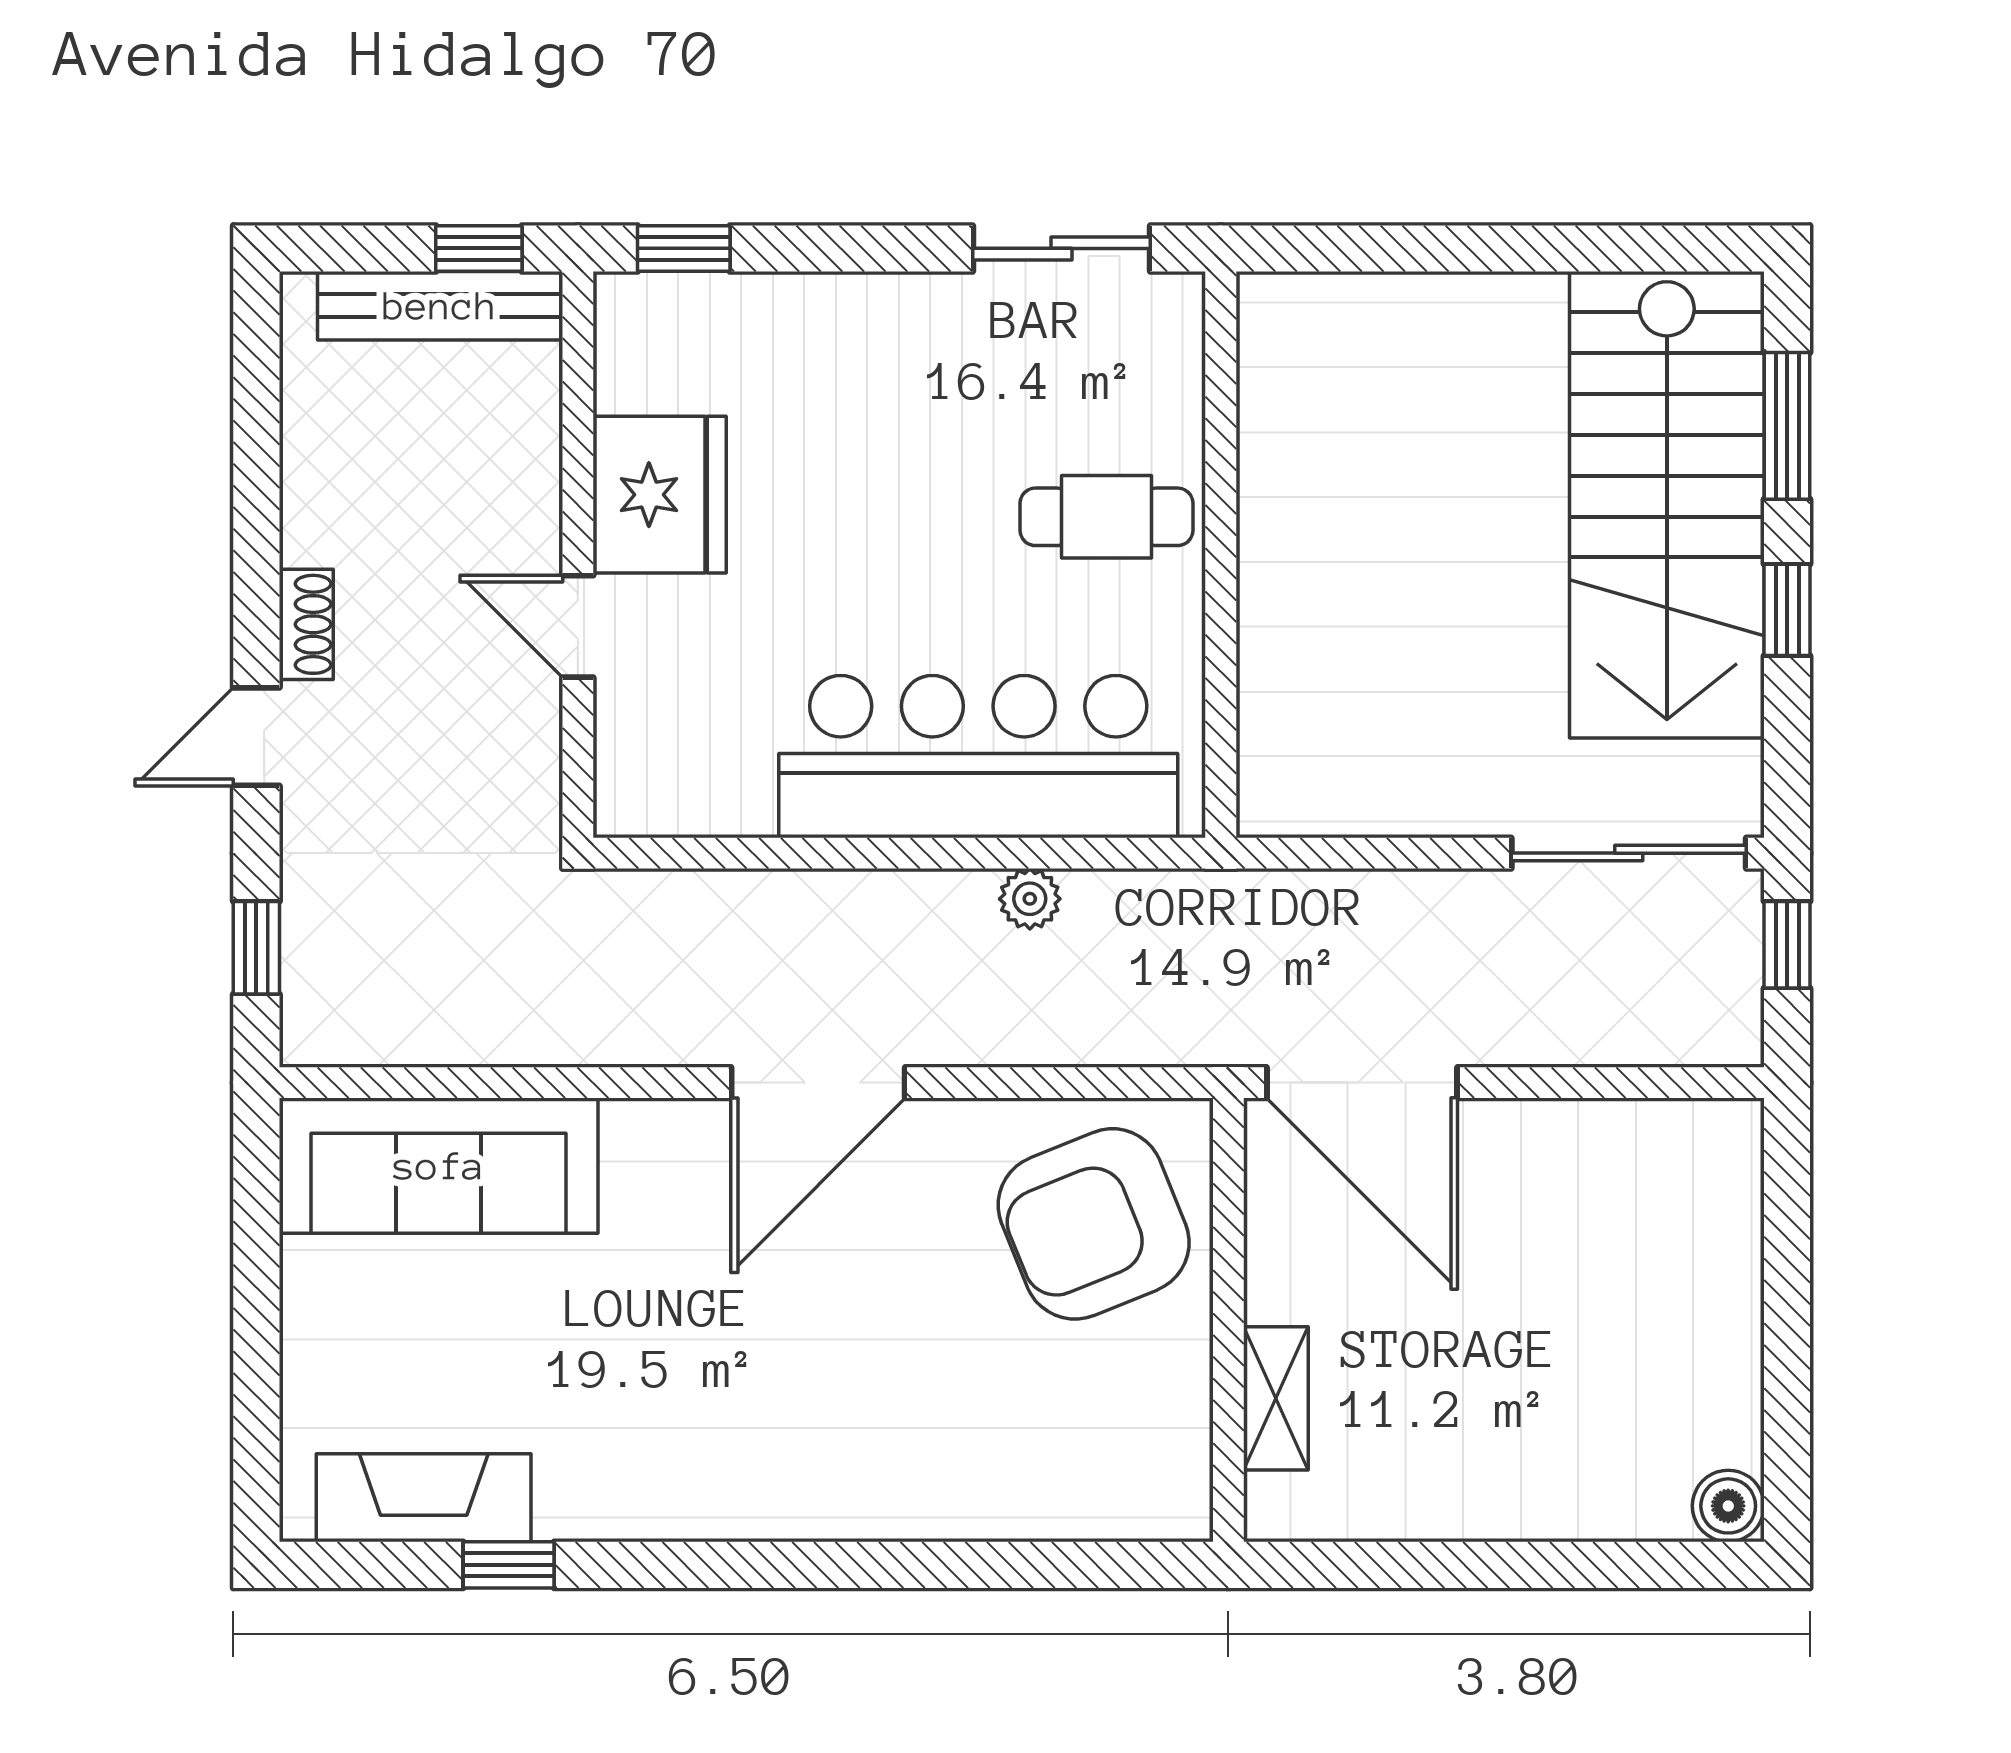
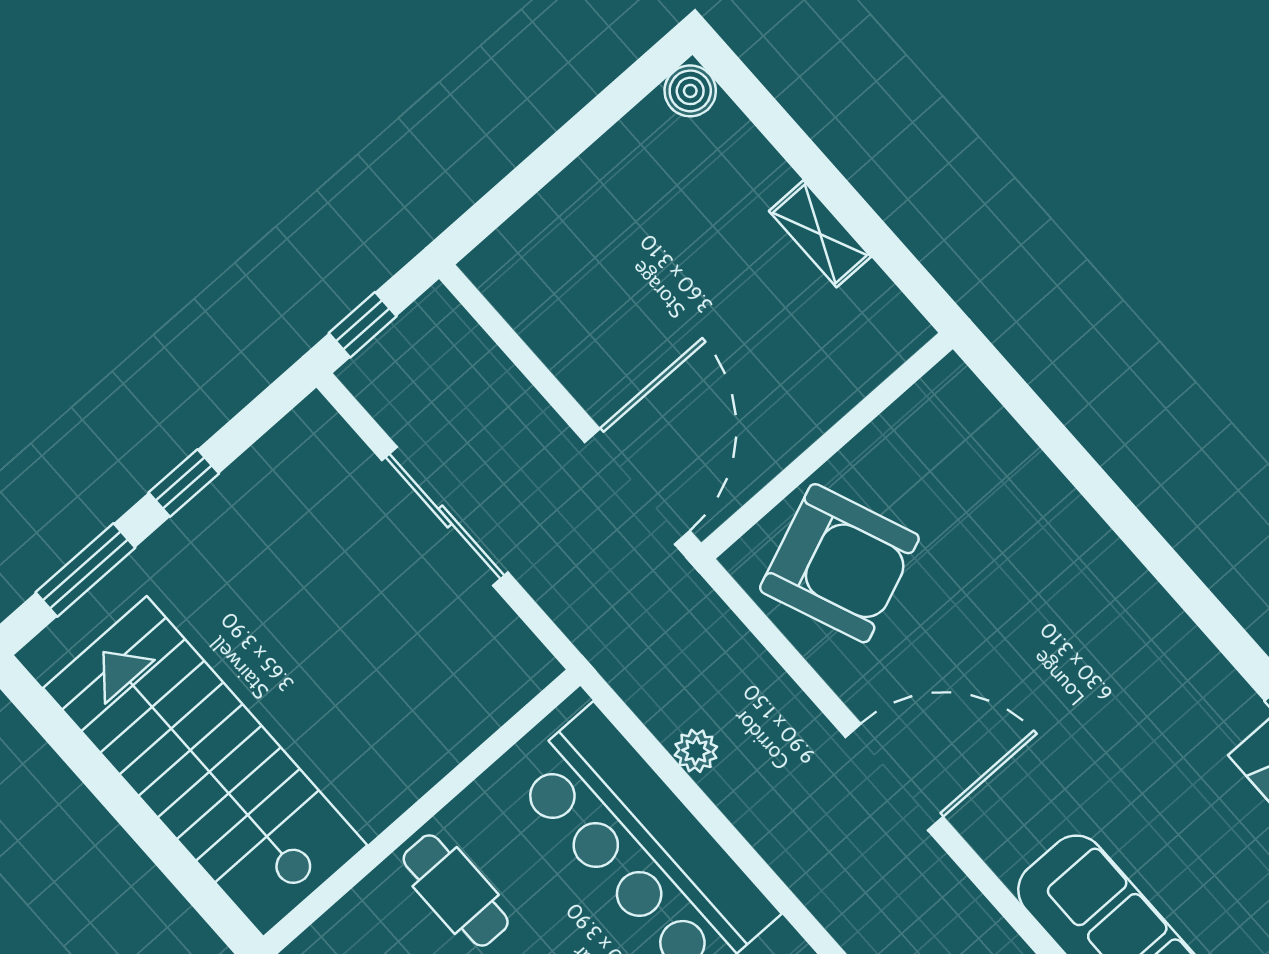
stairs: (1667, 505) -> (205, 767), moved, turned -90
sliding door: (1629, 853) -> (445, 516), moved
shelving: (1276, 1398) -> (820, 234), moved, turned 90

